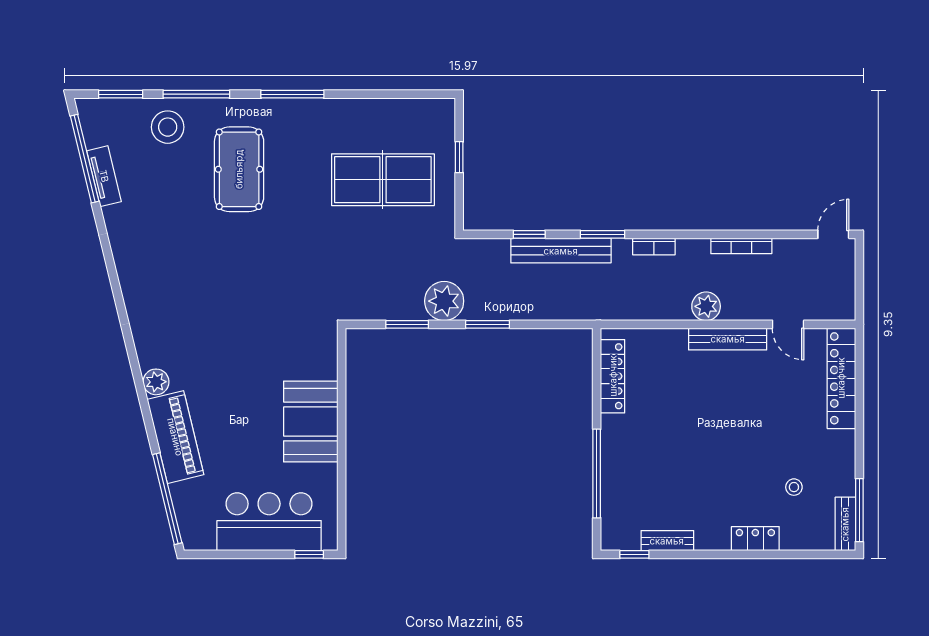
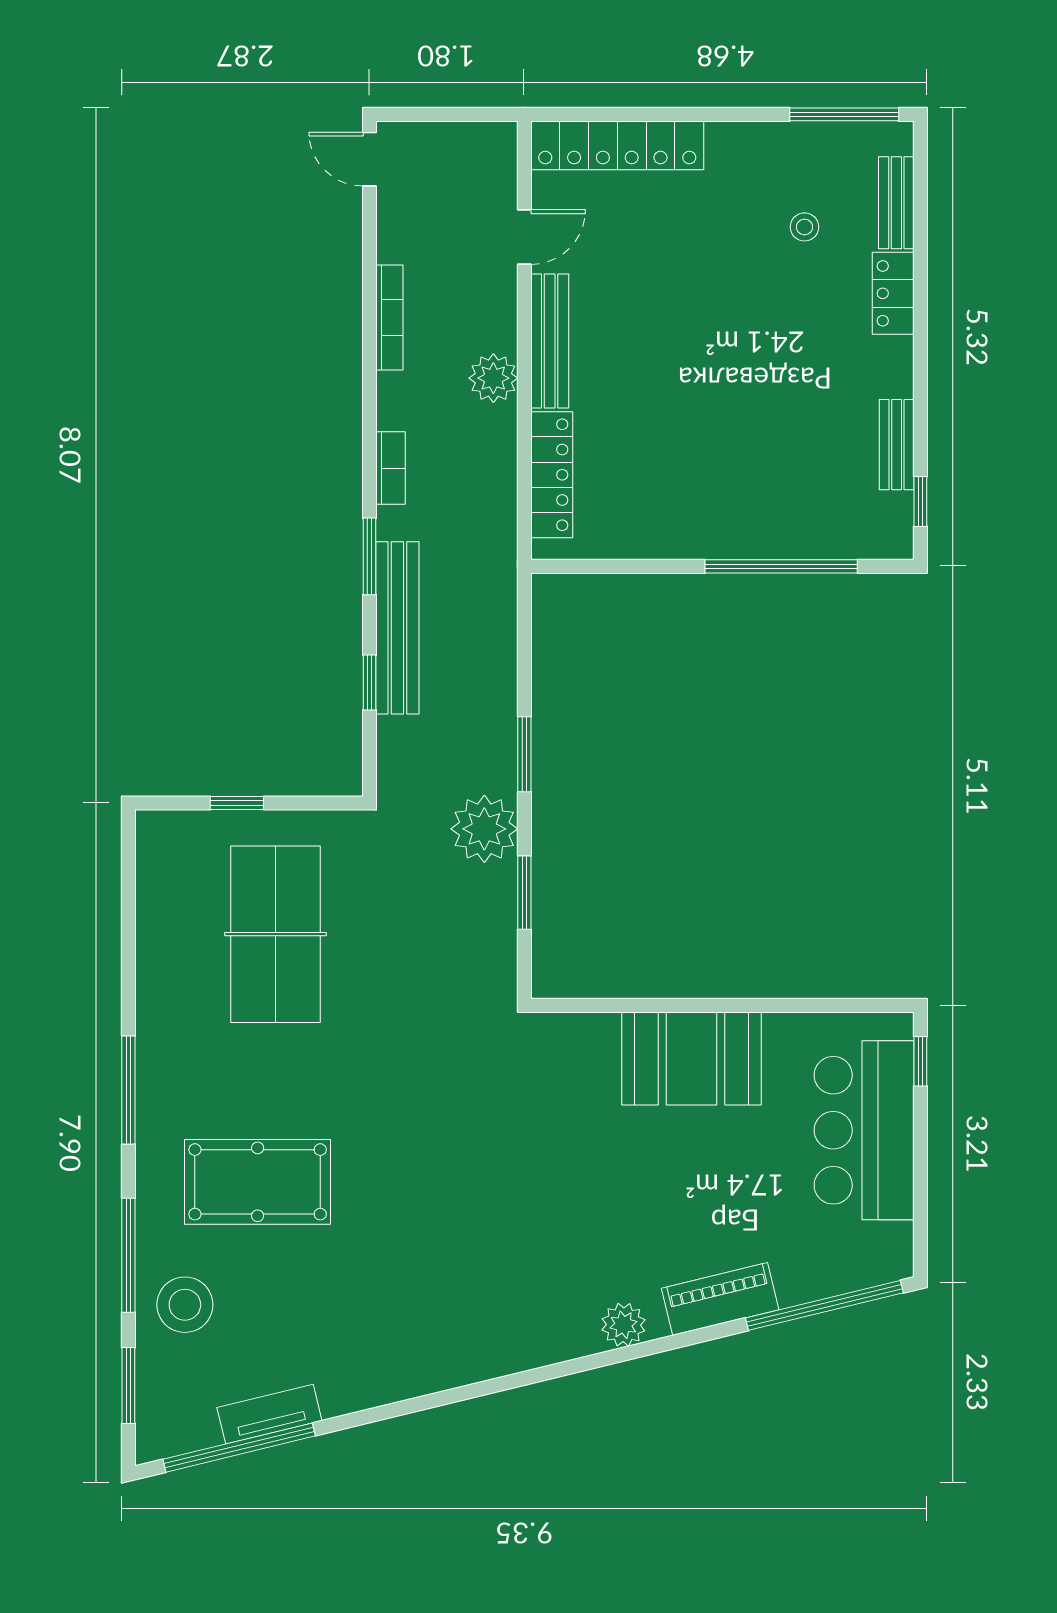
locker: (613, 376) -> (552, 475), moved, turned 90
piano: (175, 437) -> (720, 1299), width x0.73, depth x0.75
bench: (845, 524) -> (896, 203), moved, turned 90

